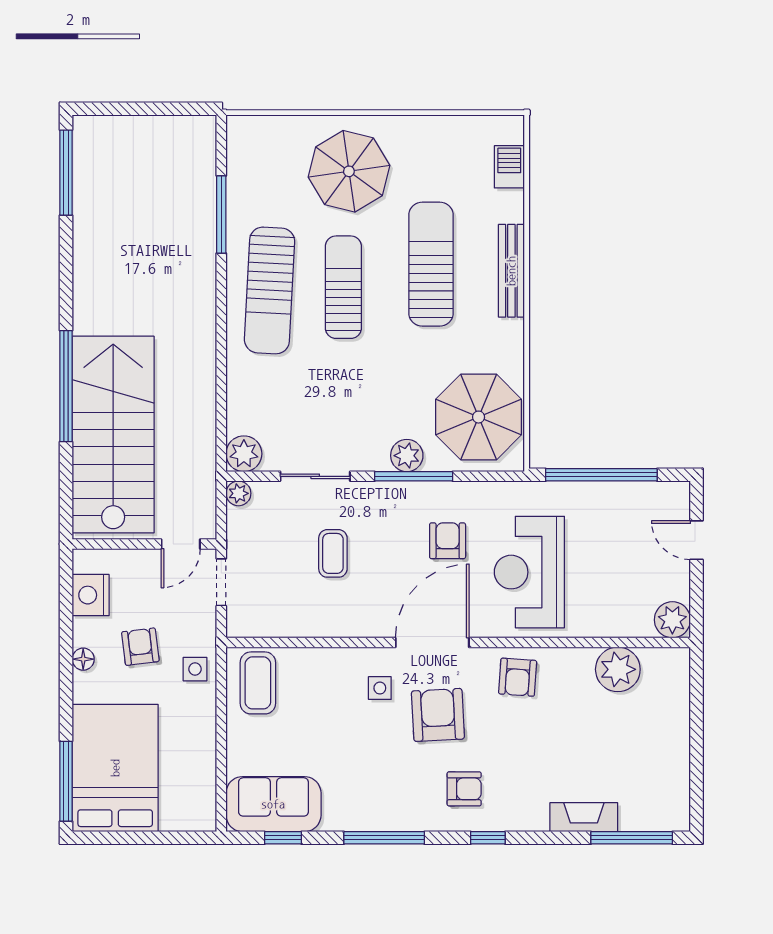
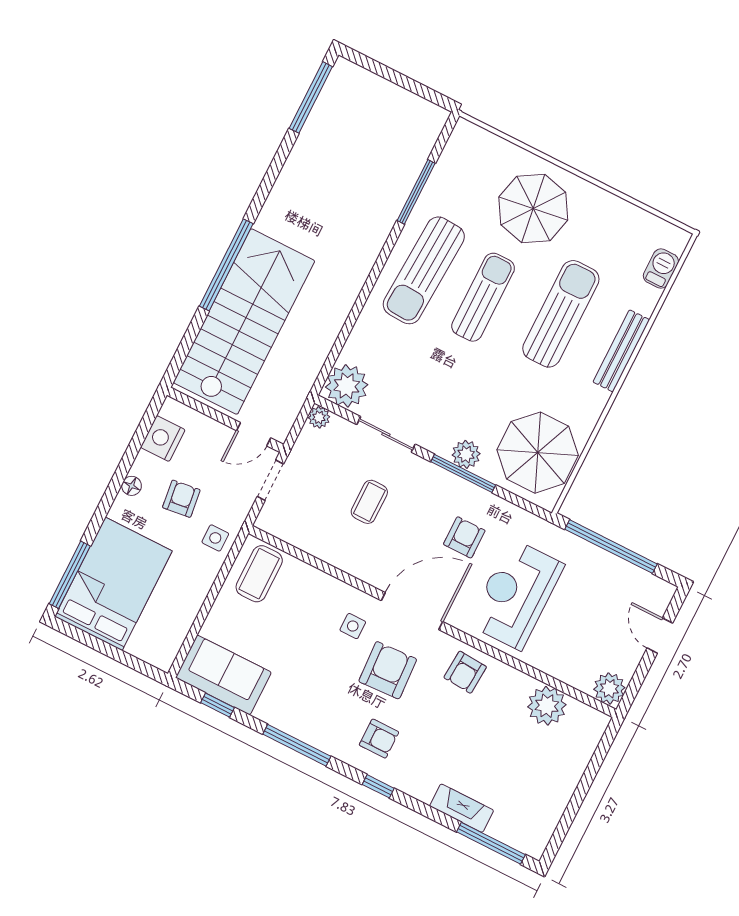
plant: (244, 454) -> (347, 386), width x1.36, depth x1.36

